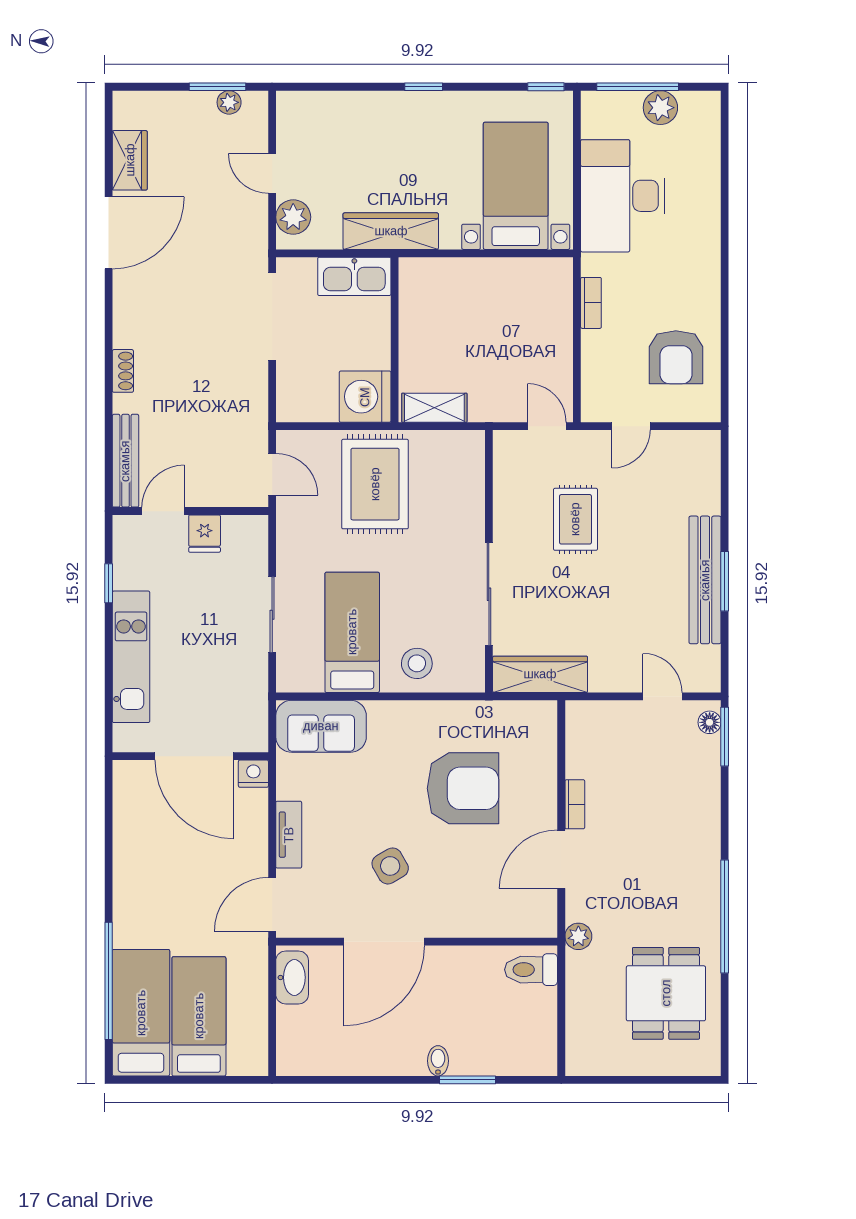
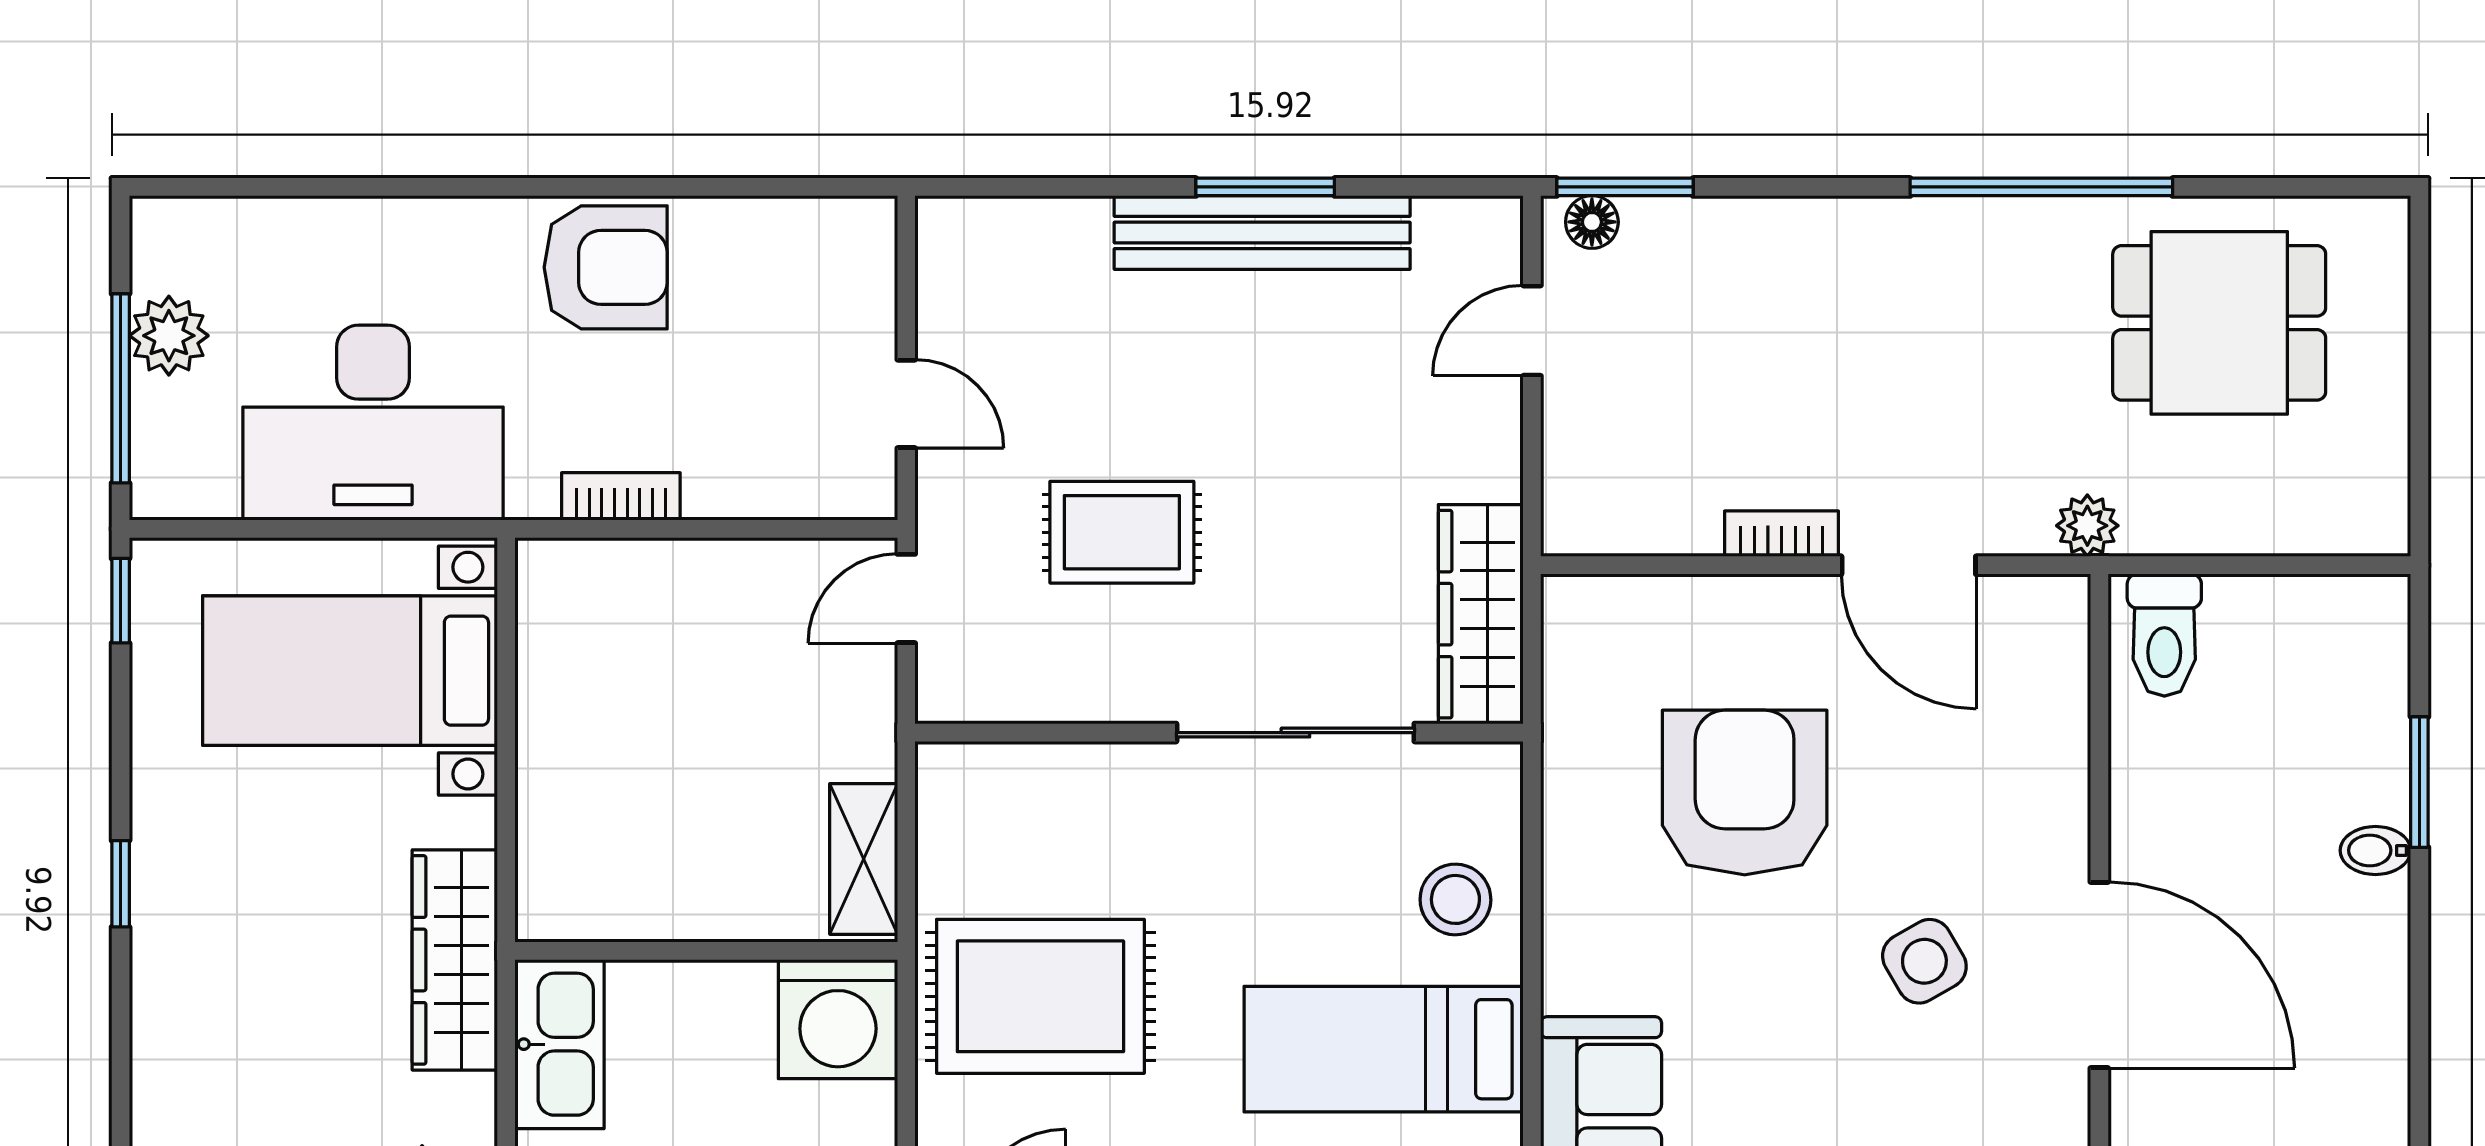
armchair: (676, 357) -> (606, 267), moved

